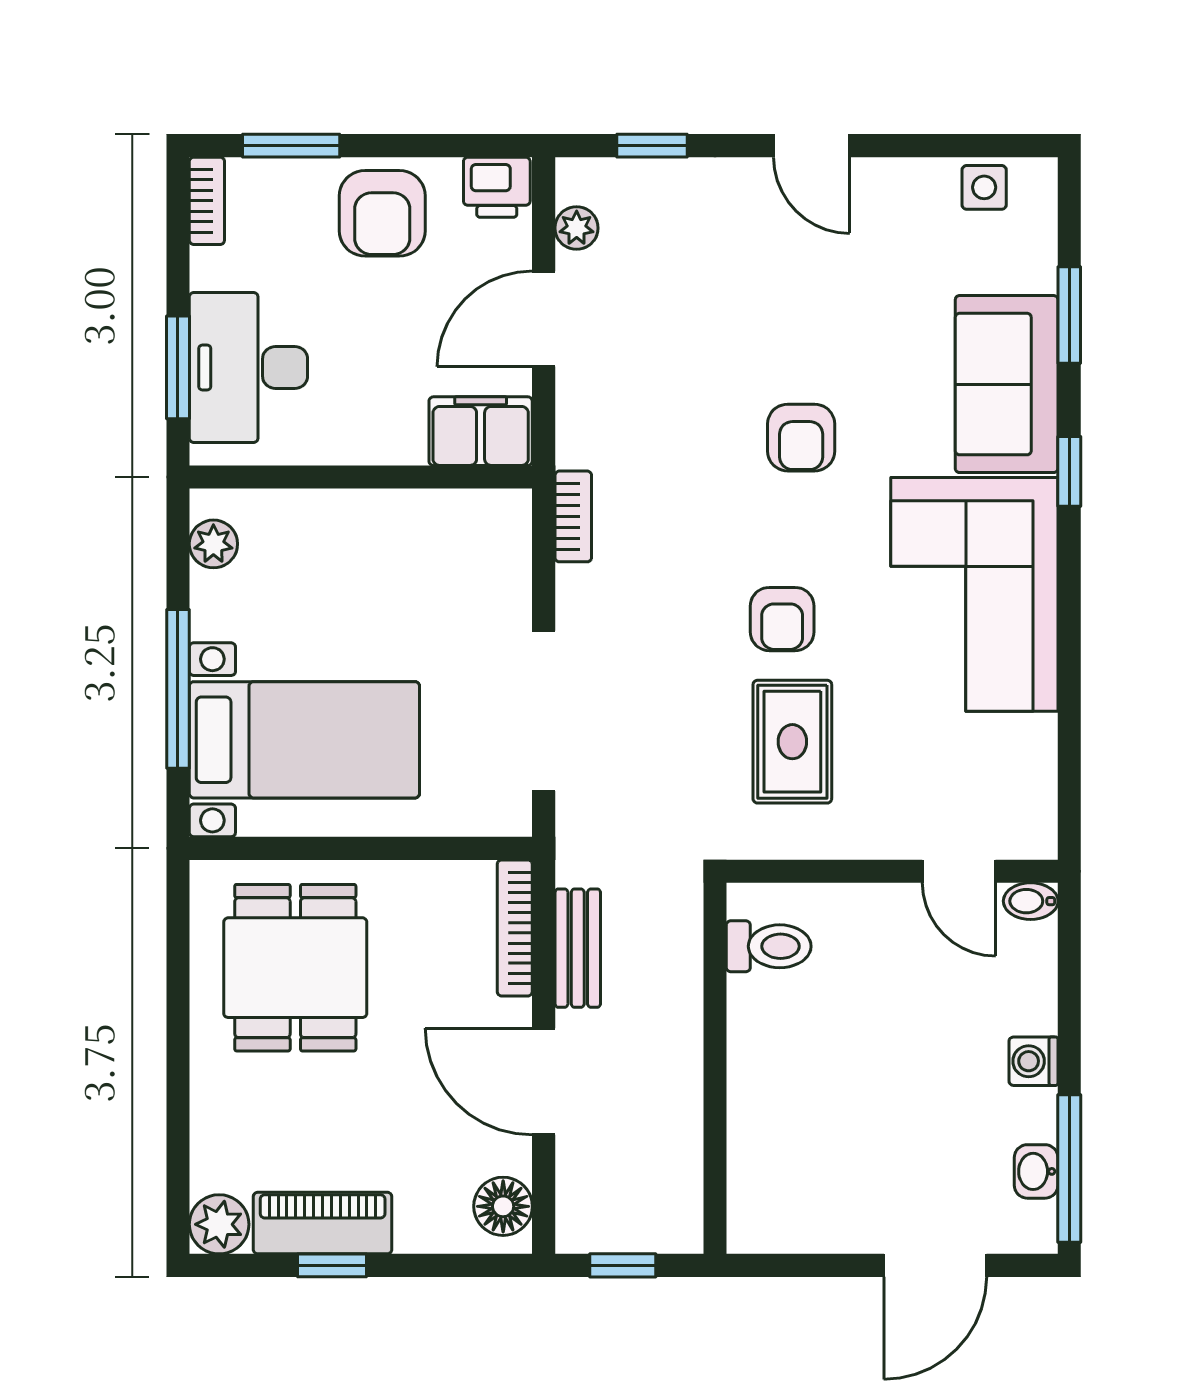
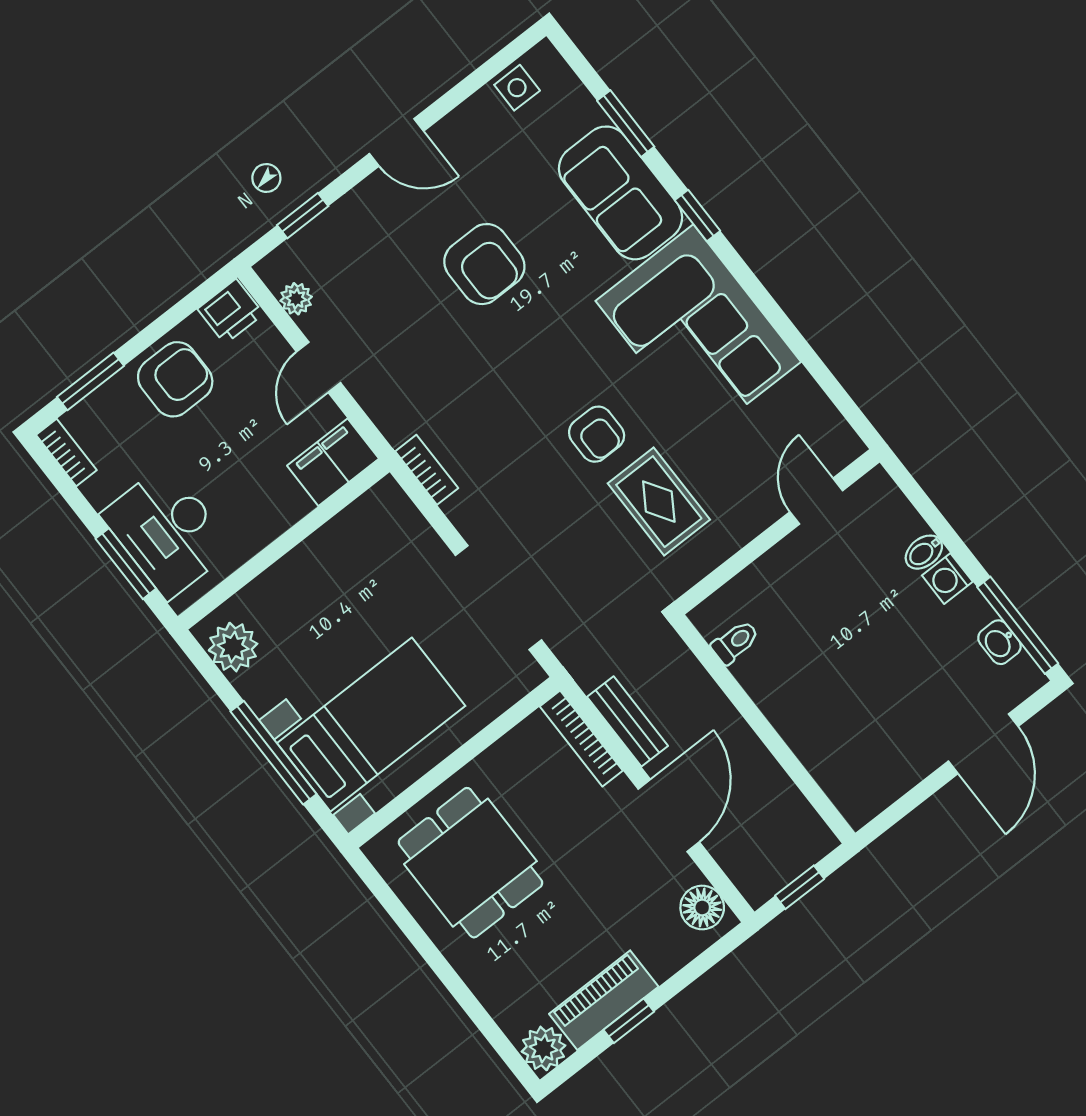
armchair: (382, 213) -> (175, 379), turned -90
door: (544, 319) -> (319, 367), width x0.73
armchair: (801, 438) -> (484, 264), moved, width x1.38, depth x1.38
plant: (213, 544) -> (233, 647), width x1.38, depth x1.38
door: (959, 871) -> (816, 501), swing flipped
bidet: (1031, 901) -> (924, 552), moved
toilet: (769, 946) -> (735, 642), width x0.73, depth x0.72
door: (544, 1082) -> (669, 816), swing flipped

